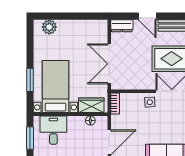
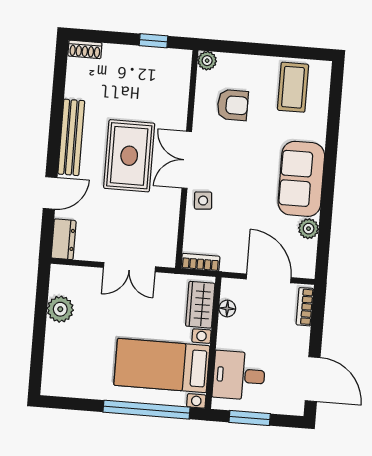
plant: (49, 27) -> (60, 309), moved
double door: (109, 64) -> (129, 267), width x0.73
window: (30, 80) -> (147, 410), width x2.11

